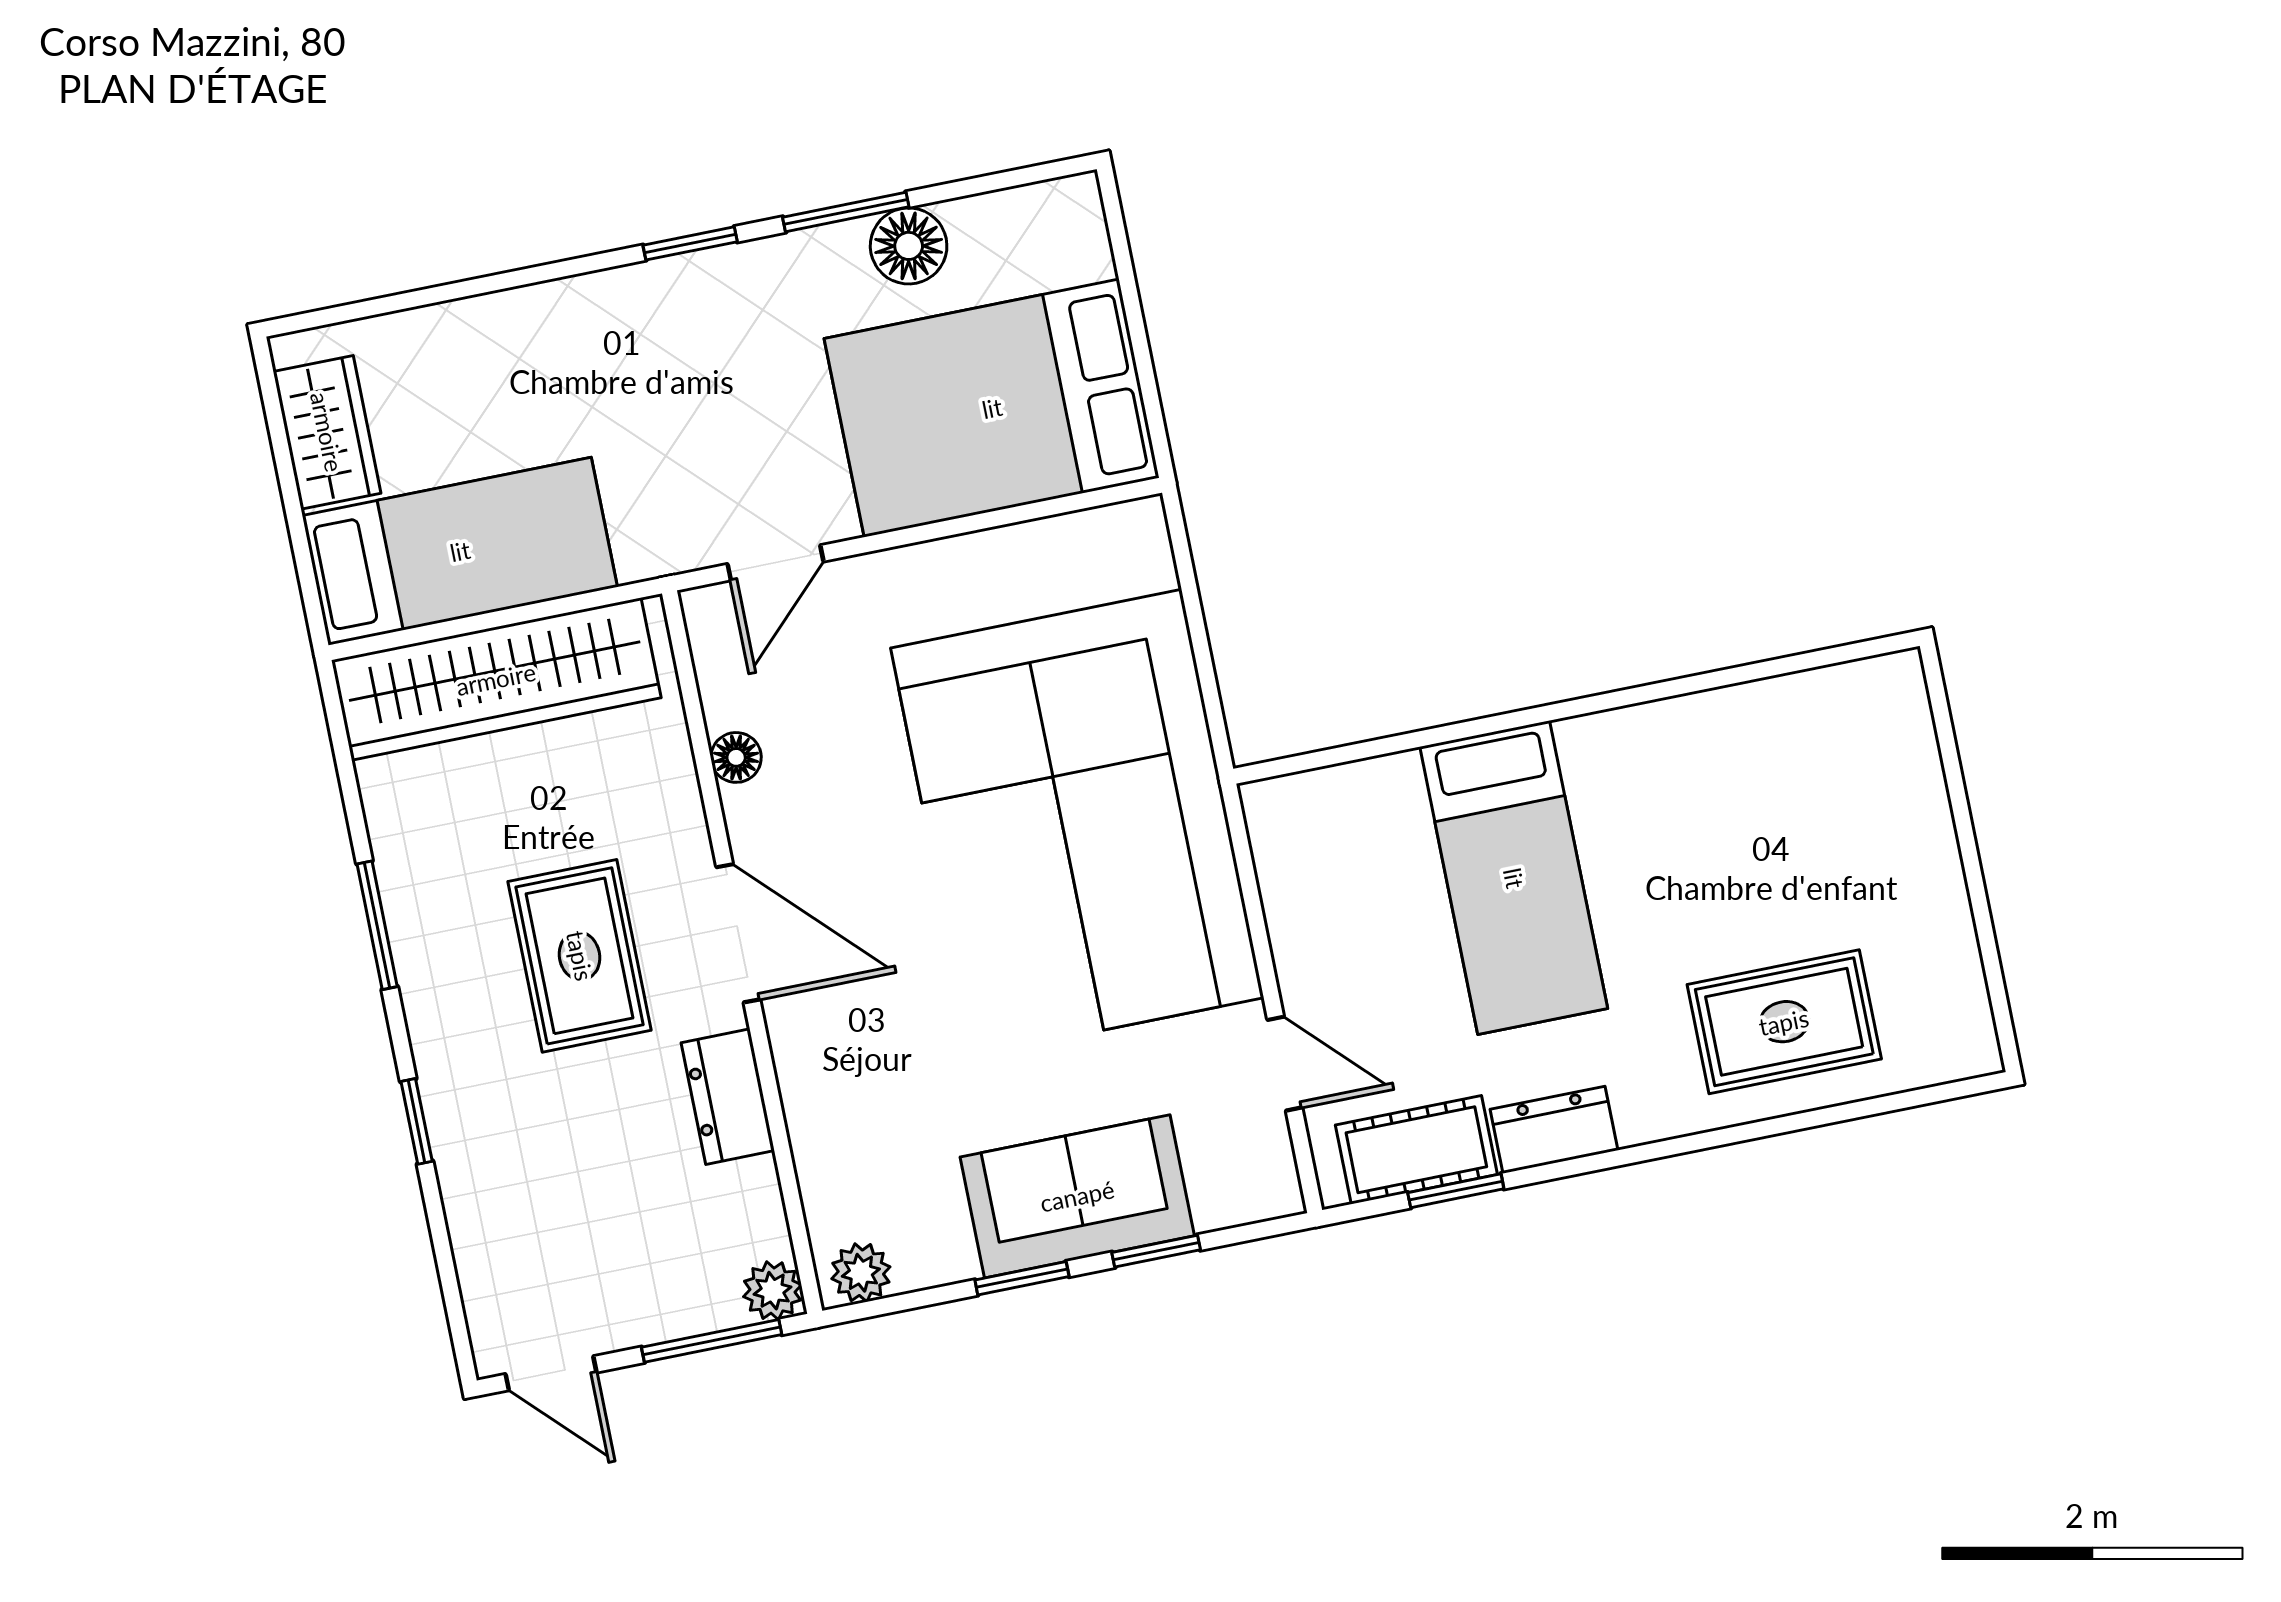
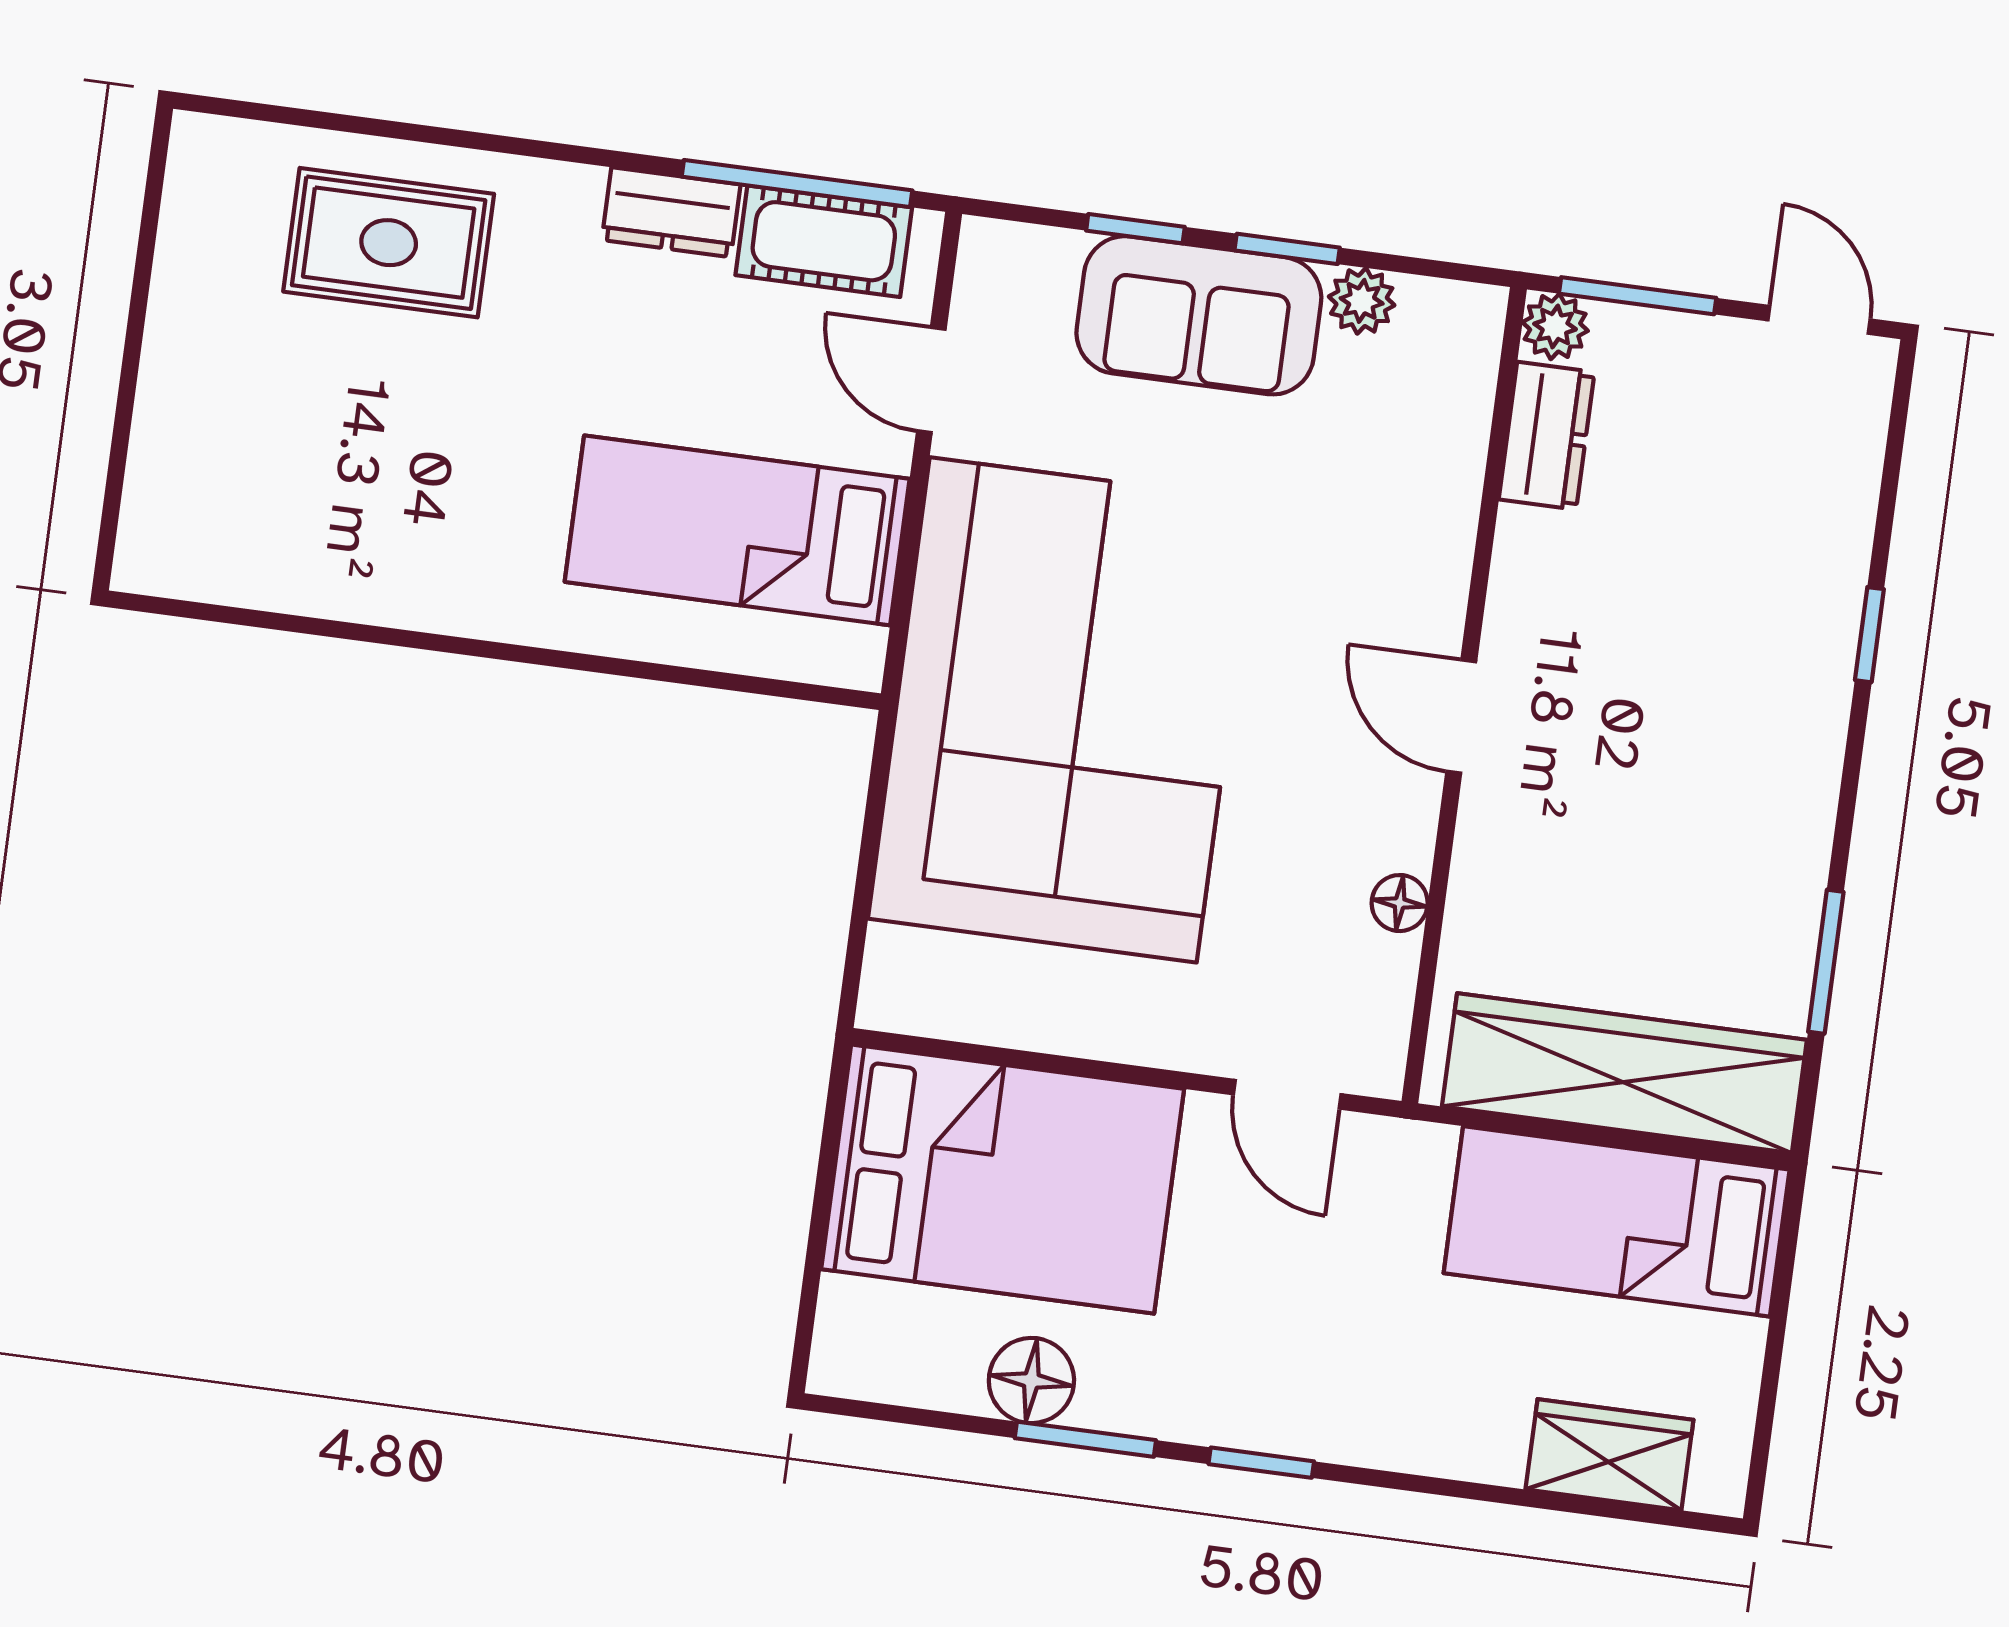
wardrobe: (327, 432) -> (1609, 1455), moved, turned 90
door: (776, 563) -> (1287, 1094), swing flipped
bed: (1514, 878) -> (737, 530), moved, turned -90
window: (377, 925) -> (1826, 962), moved
door: (738, 933) -> (1461, 716), width x0.73
rug: (580, 956) -> (1637, 750), removed
dresser: (728, 1097) -> (1547, 436), moved
window: (1456, 1191) -> (797, 184), width x2.17
plant: (861, 1273) -> (1362, 301), moved

